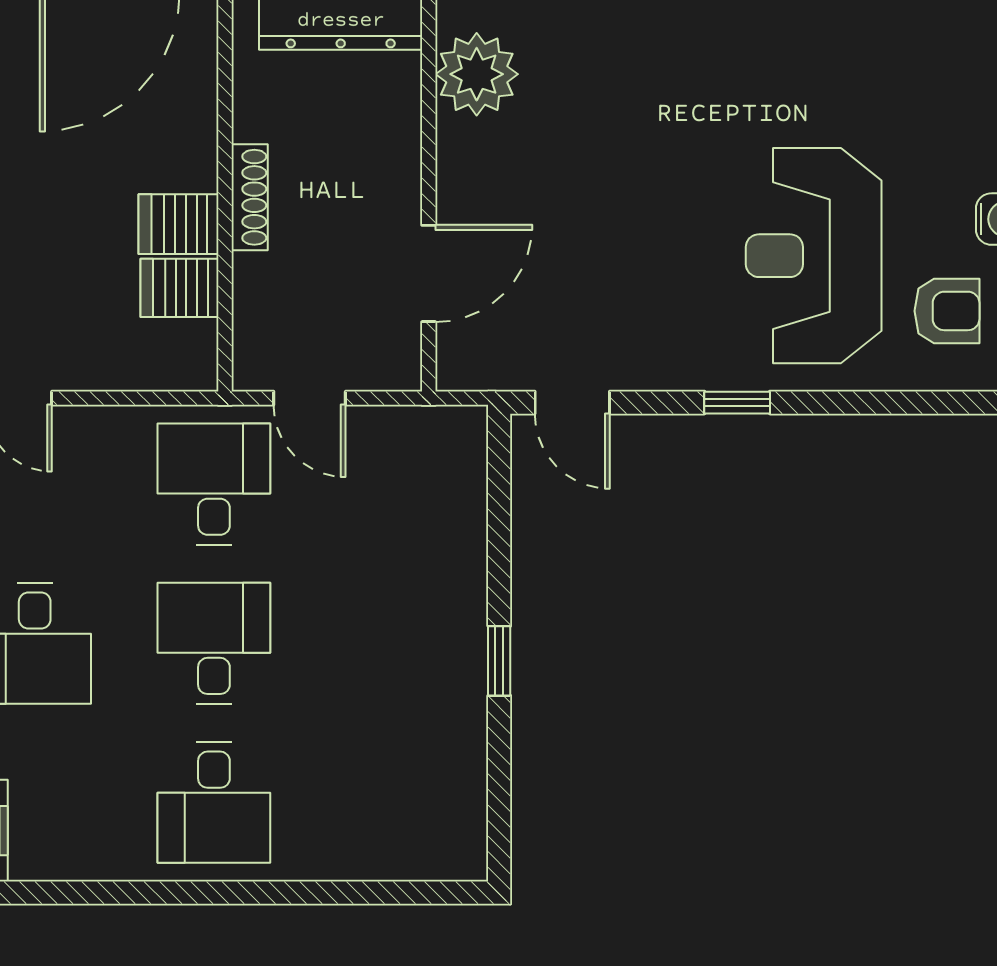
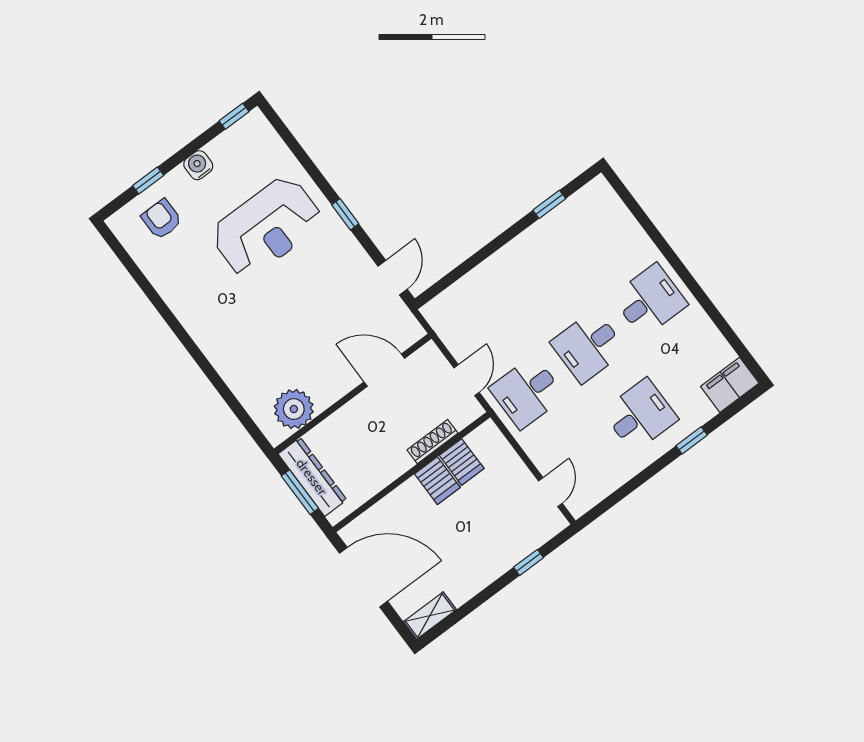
shoe rack: (250, 197) -> (433, 442), moved
armchair: (947, 311) -> (162, 219), moved
window: (499, 661) -> (549, 204), moved

